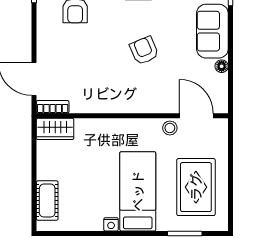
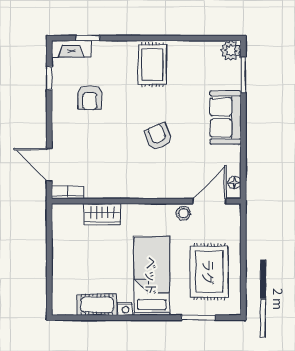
floor lamp: (222, 66) -> (235, 183), moved
door: (196, 116) -> (210, 201), hinge flipped
wardrobe: (55, 129) -> (102, 214), moved
cot: (47, 201) -> (97, 305), moved, turned 90

